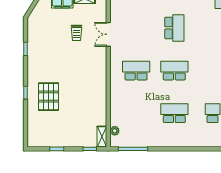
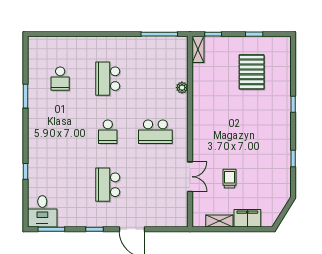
school desk: (174, 71) -> (108, 132), width x0.54
pallet: (49, 97) -> (252, 72), moved
school desk: (174, 113) -> (108, 79), turned 90
plant: (115, 131) -> (182, 88), moved

